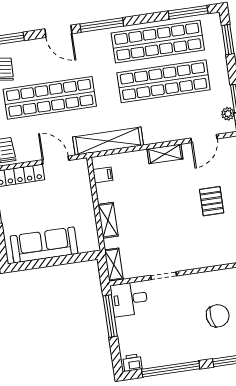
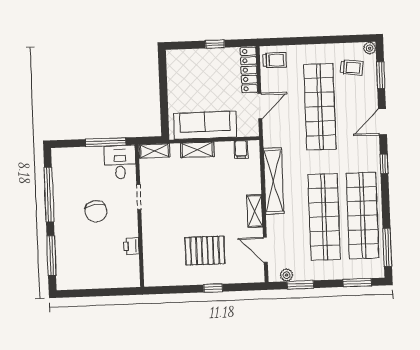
window: (102, 25) -> (384, 164), width x0.46
shelving: (108, 141) -> (274, 181), moved
pallet: (212, 201) -> (205, 251), width x1.50, depth x1.42
sofa: (44, 245) -> (205, 125), moved, turned -90
chair: (218, 316) -> (96, 211), moved
printer: (132, 363) -> (131, 246), moved, turned 180

